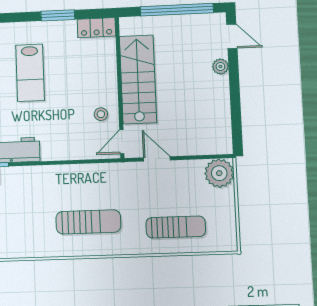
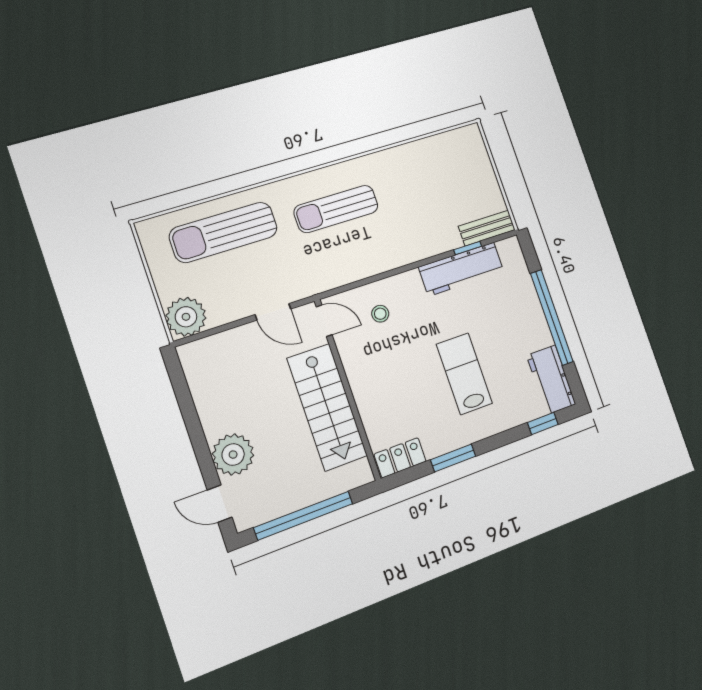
plant: (220, 67) -> (233, 455), width x1.88, depth x1.88
stool: (101, 114) -> (380, 314), moved
door: (122, 142) -> (324, 321), hinge flipped
sun lounger: (176, 227) -> (224, 232), width x1.36, depth x1.34

